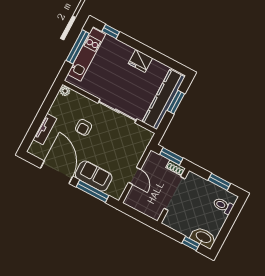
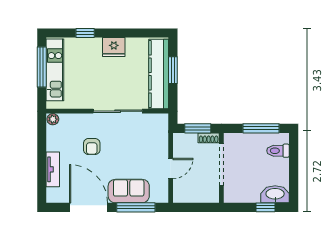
window: (111, 31) -> (85, 33), moved
door: (135, 176) -> (171, 168), hinge flipped
window: (219, 182) -> (261, 128), width x1.44

